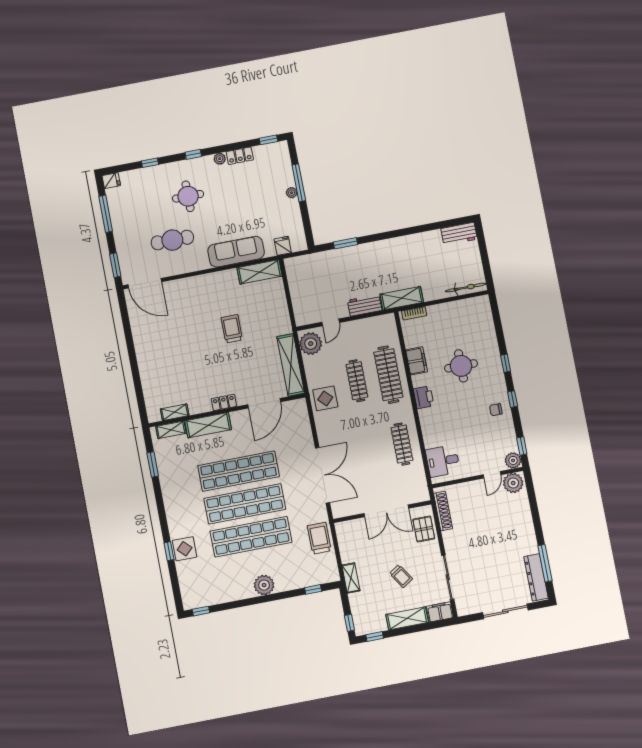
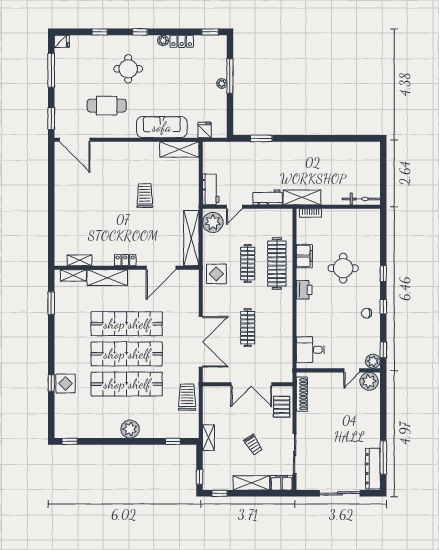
workbench: (459, 234) -> (211, 189), moved, turned -90
clothes rail: (402, 444) -> (248, 328), moved

